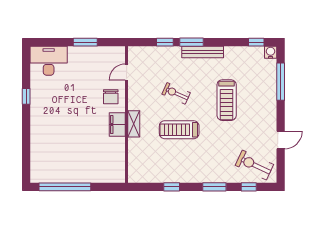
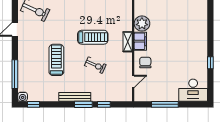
window: (85, 42) -> (165, 104), width x1.44
plant: (115, 148) -> (142, 24), added

